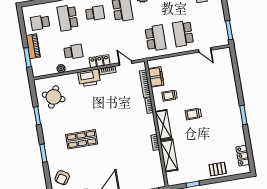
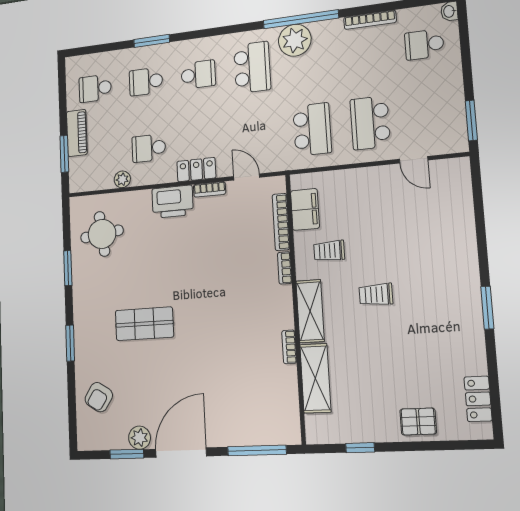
school desk: (68, 18) -> (146, 82), width x0.54
school desk: (73, 52) -> (149, 148), turned 180
round table: (54, 97) -> (102, 234), turned -31

